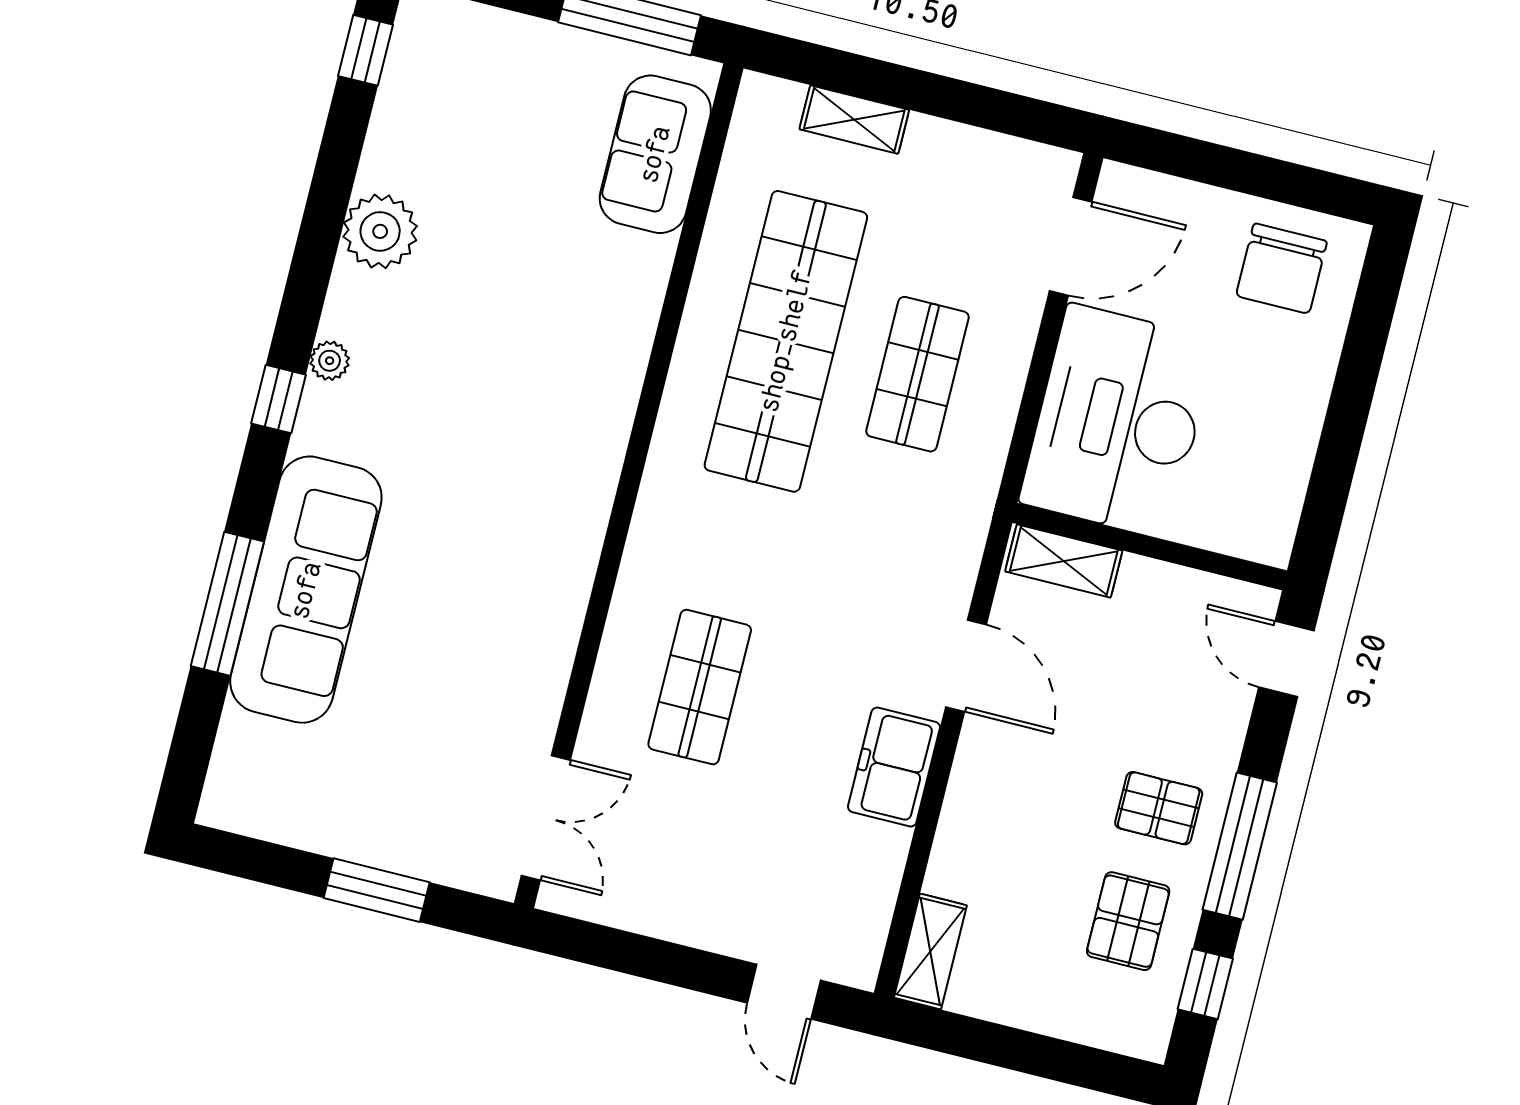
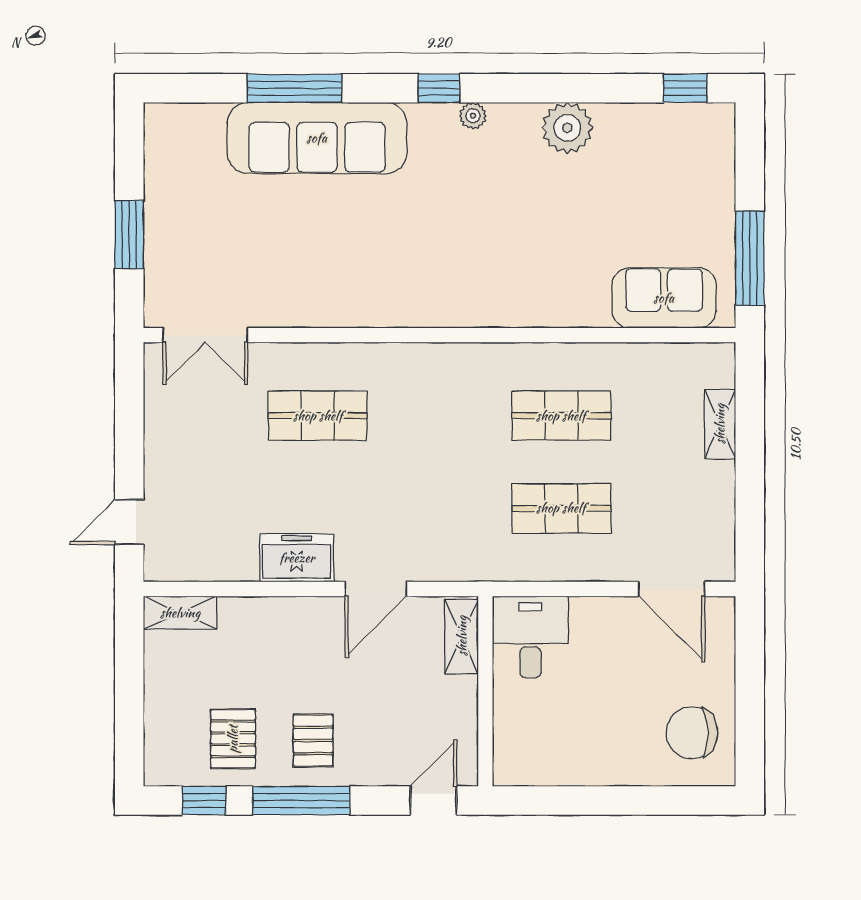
shop shelf: (786, 341) -> (561, 416), width x0.50, depth x0.74
desk: (1118, 421) -> (530, 637), width x0.53, depth x0.77
pallet: (1128, 921) -> (233, 739), turned 90

